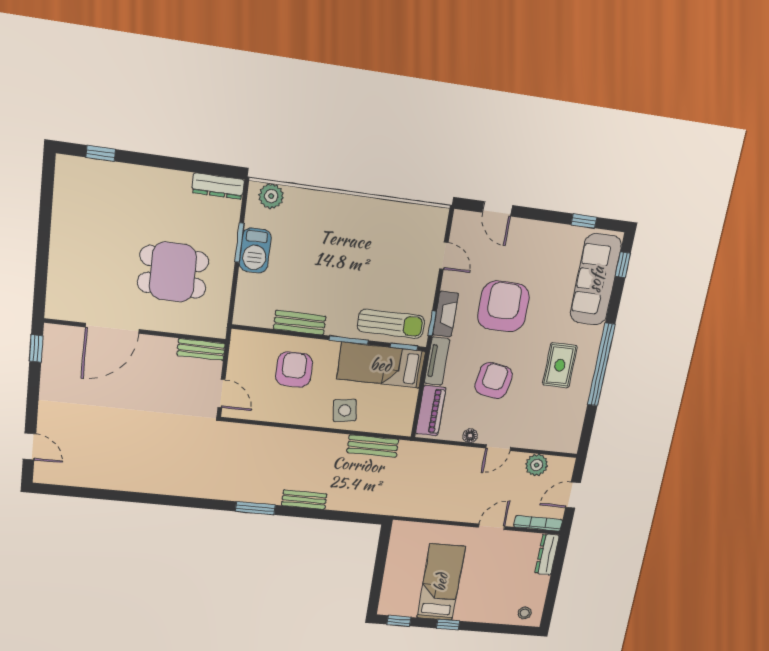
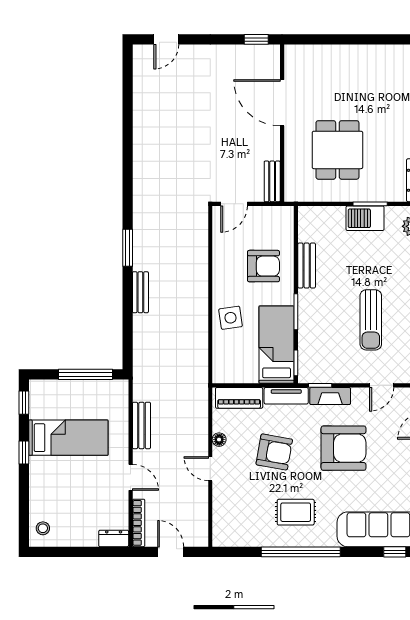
sun lounger: (391, 324) -> (371, 320), moved
bench: (373, 446) -> (141, 425), moved
plant: (537, 465) -> (197, 509), removed
dresser: (547, 554) -> (114, 538), width x0.70
window: (381, 561) -> (85, 374), added

